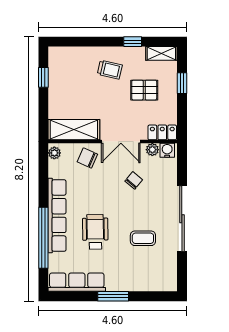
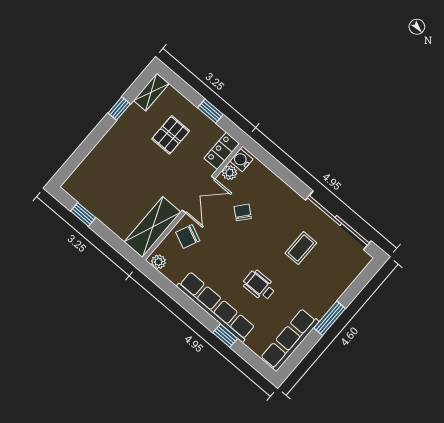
trolley: (110, 70) -> (127, 150), removed
window: (182, 83) -> (210, 111), moved
sliding door: (182, 219) -> (338, 220), moved
wheelchair: (95, 232) -> (259, 285), width x0.73, depth x0.73
window: (43, 238) -> (225, 336), width x0.32

